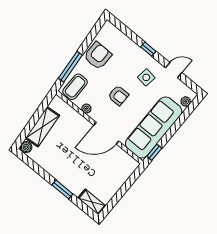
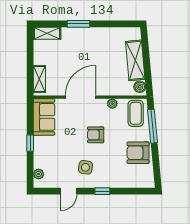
armchair: (98, 56) -> (138, 153), turned 90
sofa: (154, 128) -> (44, 117), width x0.54, depth x0.79
boiler: (26, 147) -> (140, 87), moved
window: (154, 152) -> (30, 143), moved
shelving: (126, 172) -> (39, 79), added

